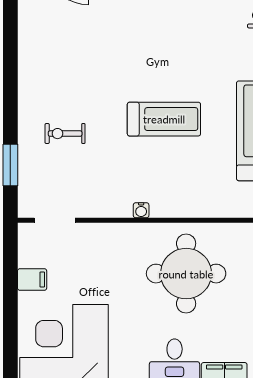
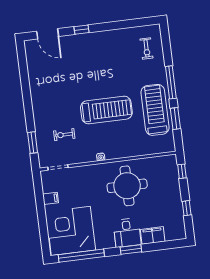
treadmill: (164, 119) -> (106, 110), width x1.37, depth x1.38
exercise bike: (65, 134) -> (64, 135), moved

